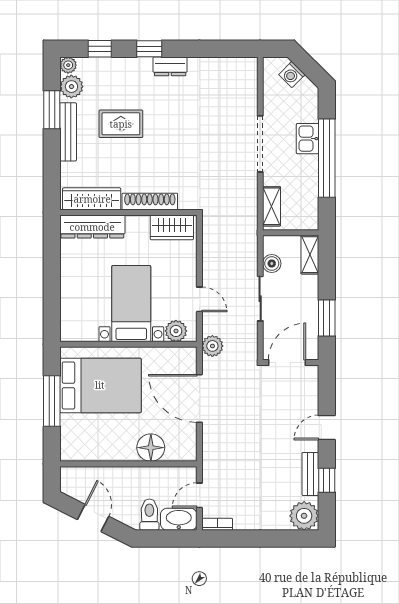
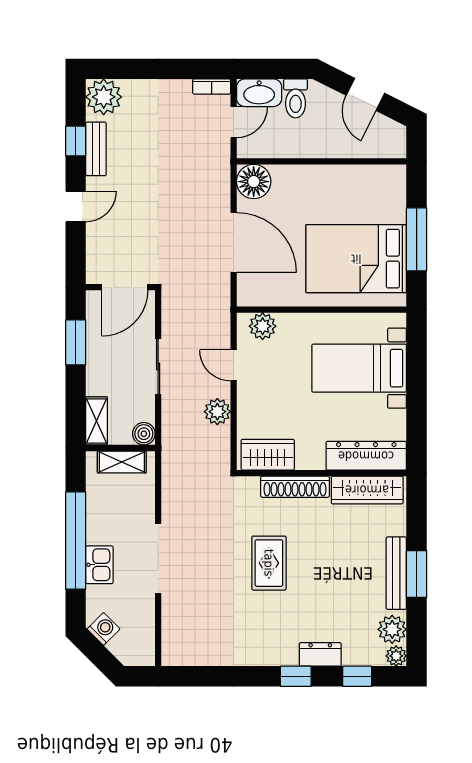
dresser: (170, 66) -> (320, 654), moved
washing machine: (292, 75) -> (104, 629), moved
window: (52, 110) -> (417, 574), moved
rug: (121, 124) -> (269, 563), moved, turned 90
shelving: (271, 206) -> (122, 462), moved, turned 90
boiler: (272, 263) -> (144, 434), moved
bed with nightstands: (131, 304) -> (359, 368), moved, turned 90
plant: (212, 346) -> (217, 412), moved
floor lamp: (151, 448) -> (254, 182), moved

